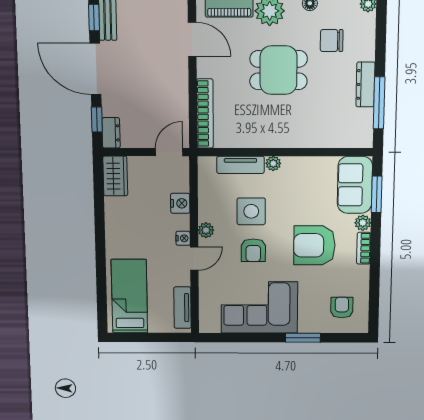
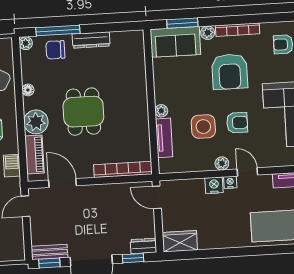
door: (192, 39) -> (62, 183), hinge flipped
chair: (332, 41) -> (55, 50), moved, turned 90
window: (379, 103) -> (58, 31), moved
nightstand: (180, 203) -> (214, 185), moved
bookcase: (364, 248) -> (238, 30), width x1.56

